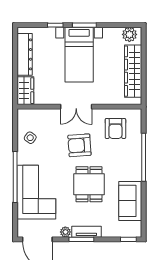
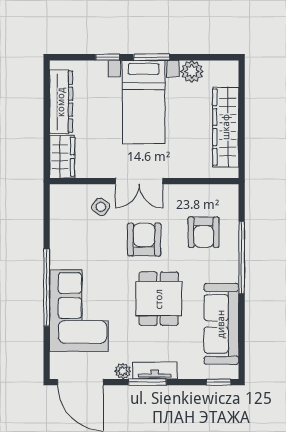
plant: (129, 34) -> (192, 71), moved
armchair: (115, 128) -> (204, 232), moved
side table: (30, 138) -> (101, 207), moved
armchair: (79, 145) -> (144, 240), turned 94
sofa: (130, 201) -> (221, 324), width x1.36

